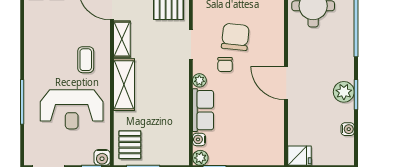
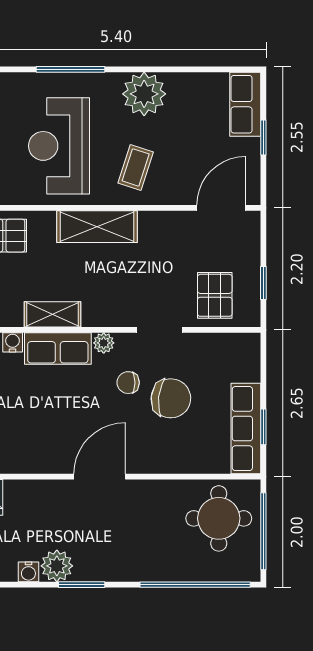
shelving: (122, 39) -> (52, 314), moved
plant: (38, 54) -> (144, 94), added
coffee table: (86, 60) -> (136, 167), turned -72
plant: (344, 92) -> (57, 566), moved

